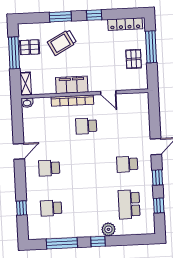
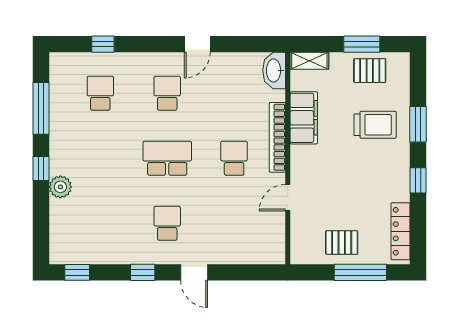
trolley: (62, 42) -> (375, 125), turned 118
pallet: (30, 47) -> (370, 71), turned 90
window: (14, 53) -> (362, 44), width x0.69
filing cabinet: (72, 85) -> (304, 118), moved
washbasin: (27, 103) -> (274, 70), width x1.91, depth x1.45
door: (19, 151) -> (197, 44), hinge flipped
school desk: (129, 204) -> (167, 158), moved
window: (159, 205) -> (77, 272), moved

